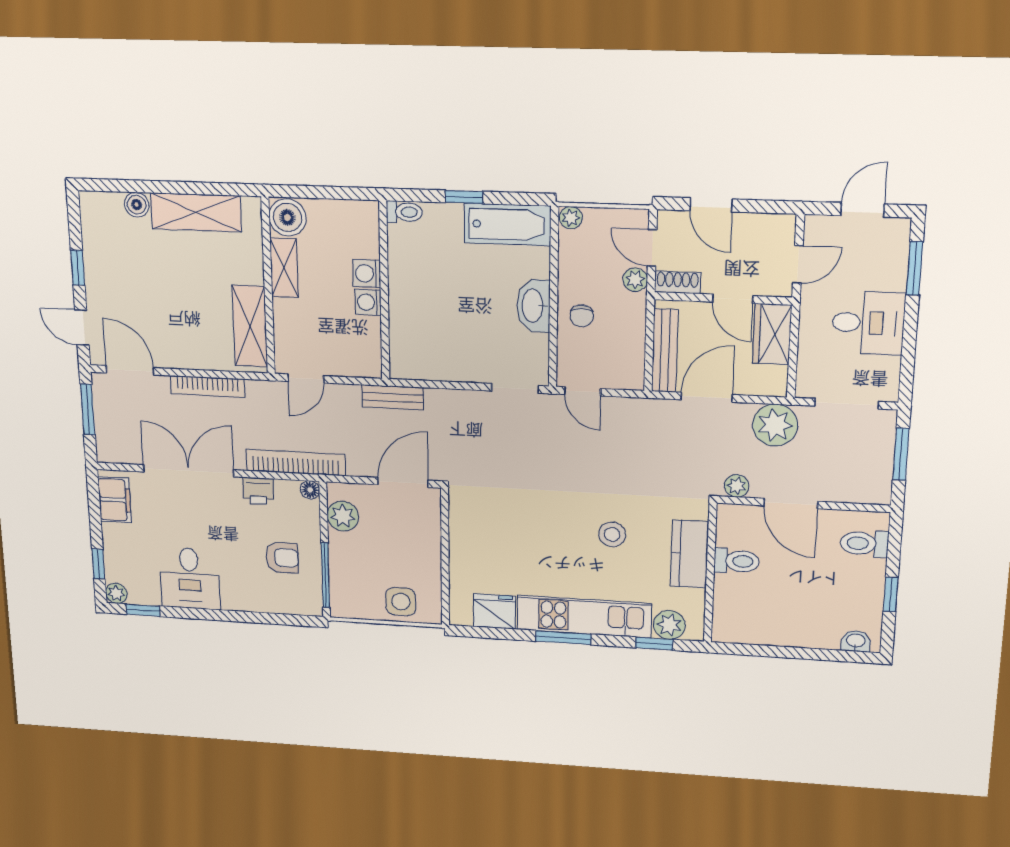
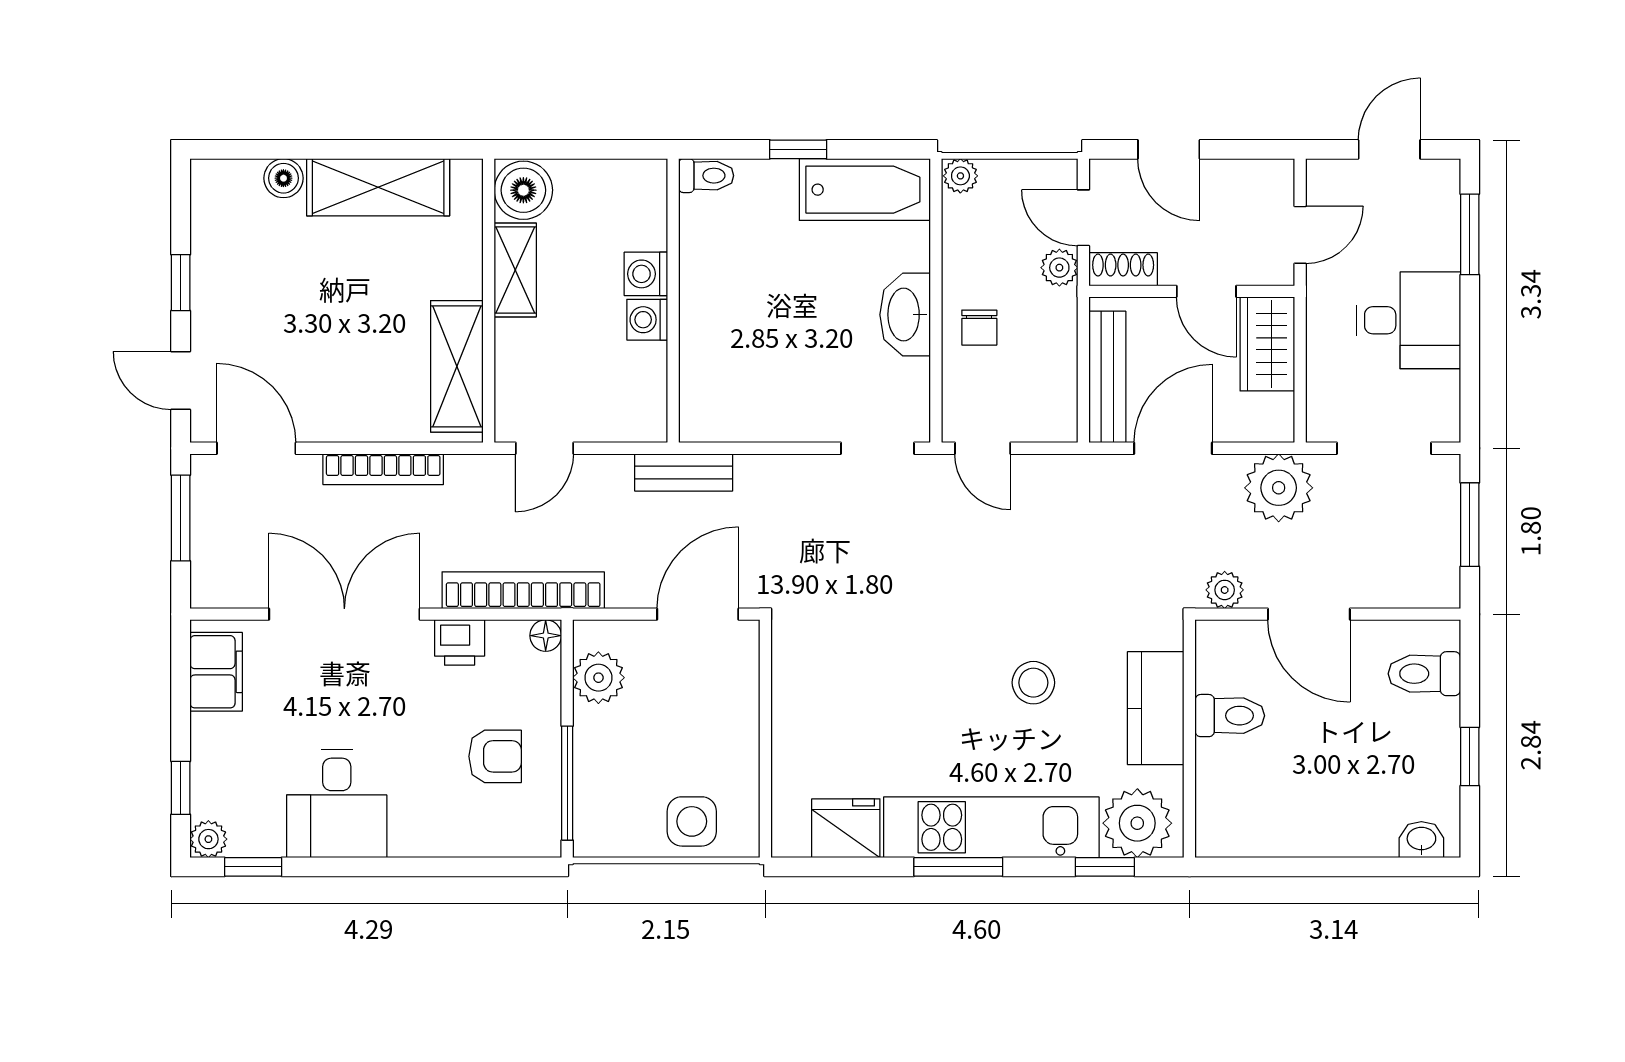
plant: (669, 625) -> (1137, 823), width x1.36, depth x1.36

